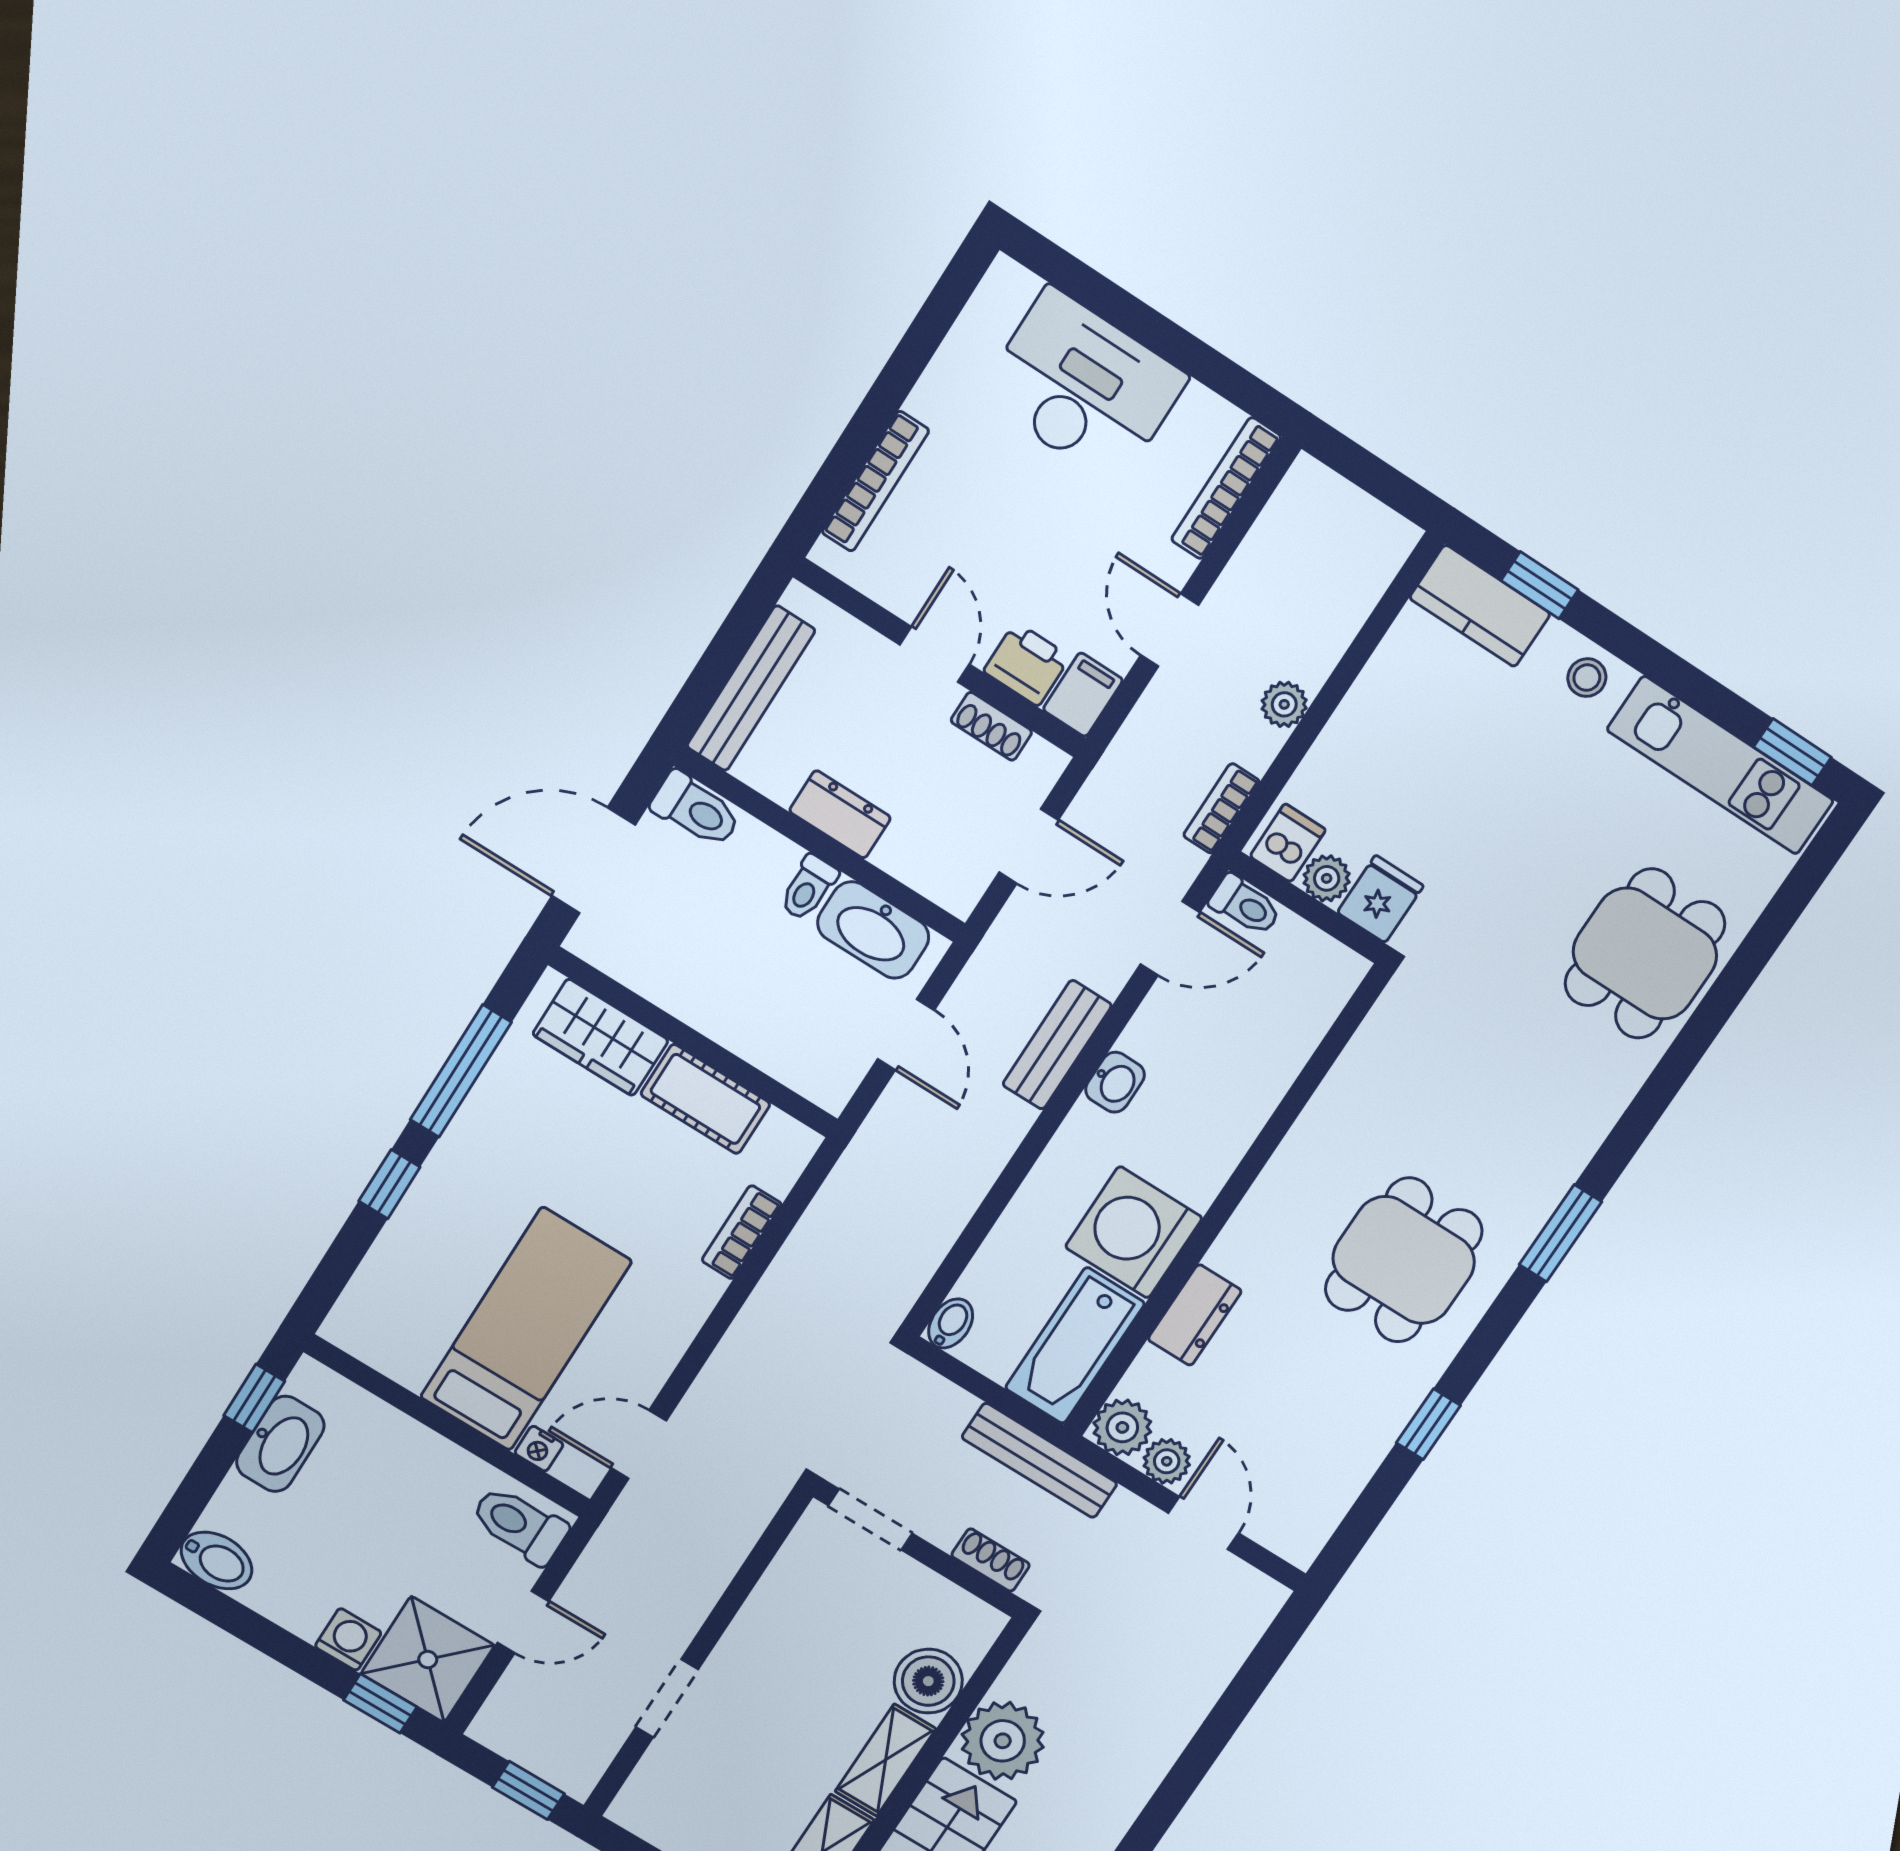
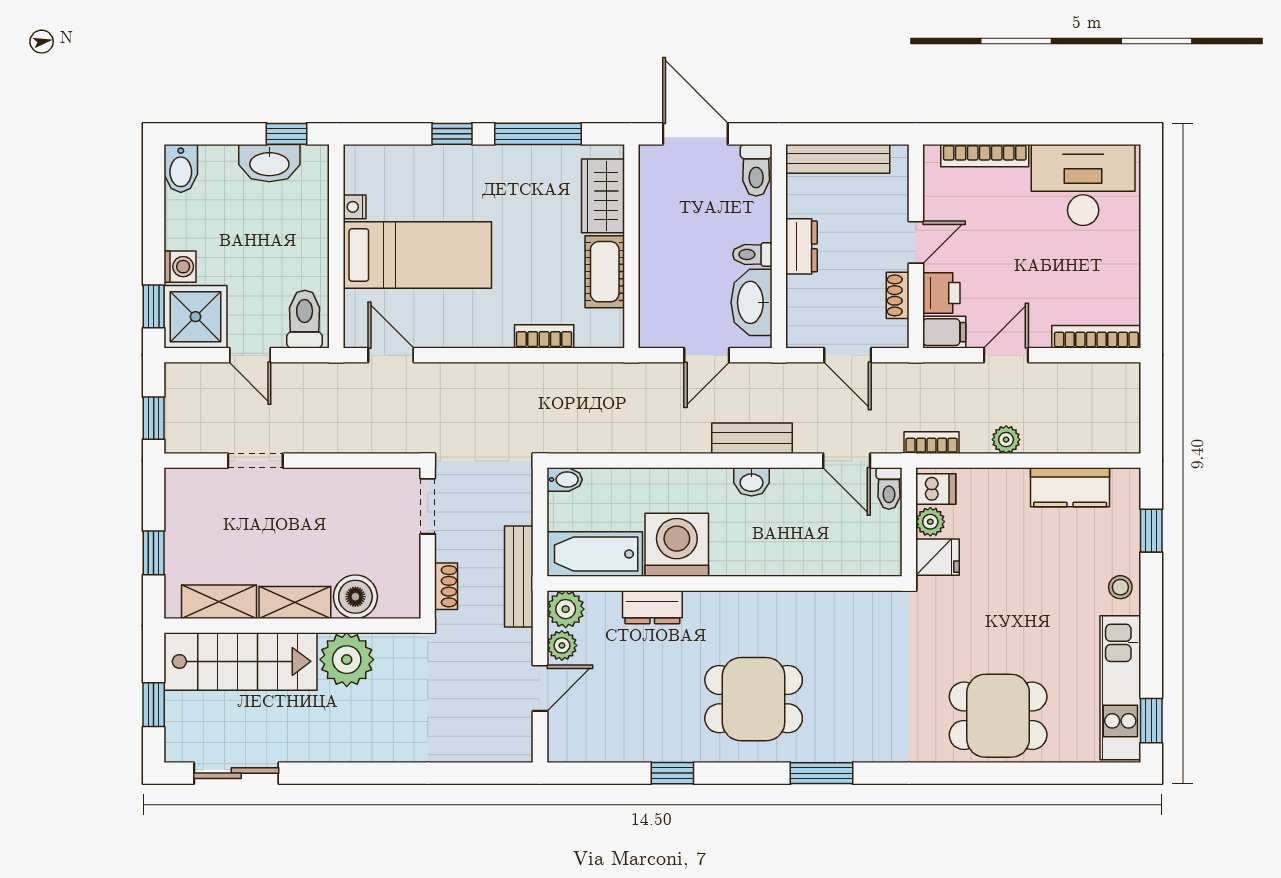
desk: (1083, 387) -> (1083, 185), moved, turned -90
kitchen counter: (1480, 606) -> (1070, 487), moved, turned -90
nightstand: (539, 1449) -> (355, 207), moved

